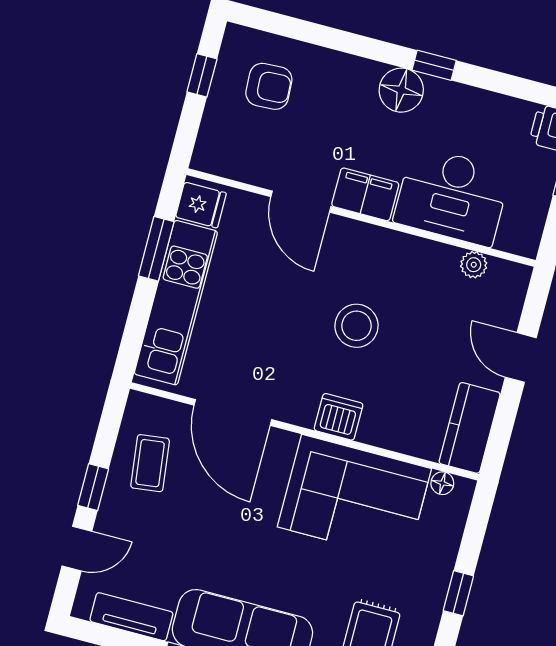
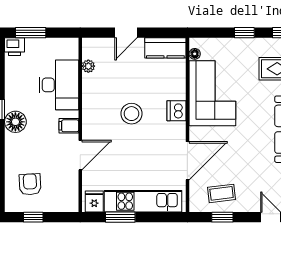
filing cabinet: (365, 194) -> (69, 126), width x0.50
window: (93, 487) -> (222, 217), moved

